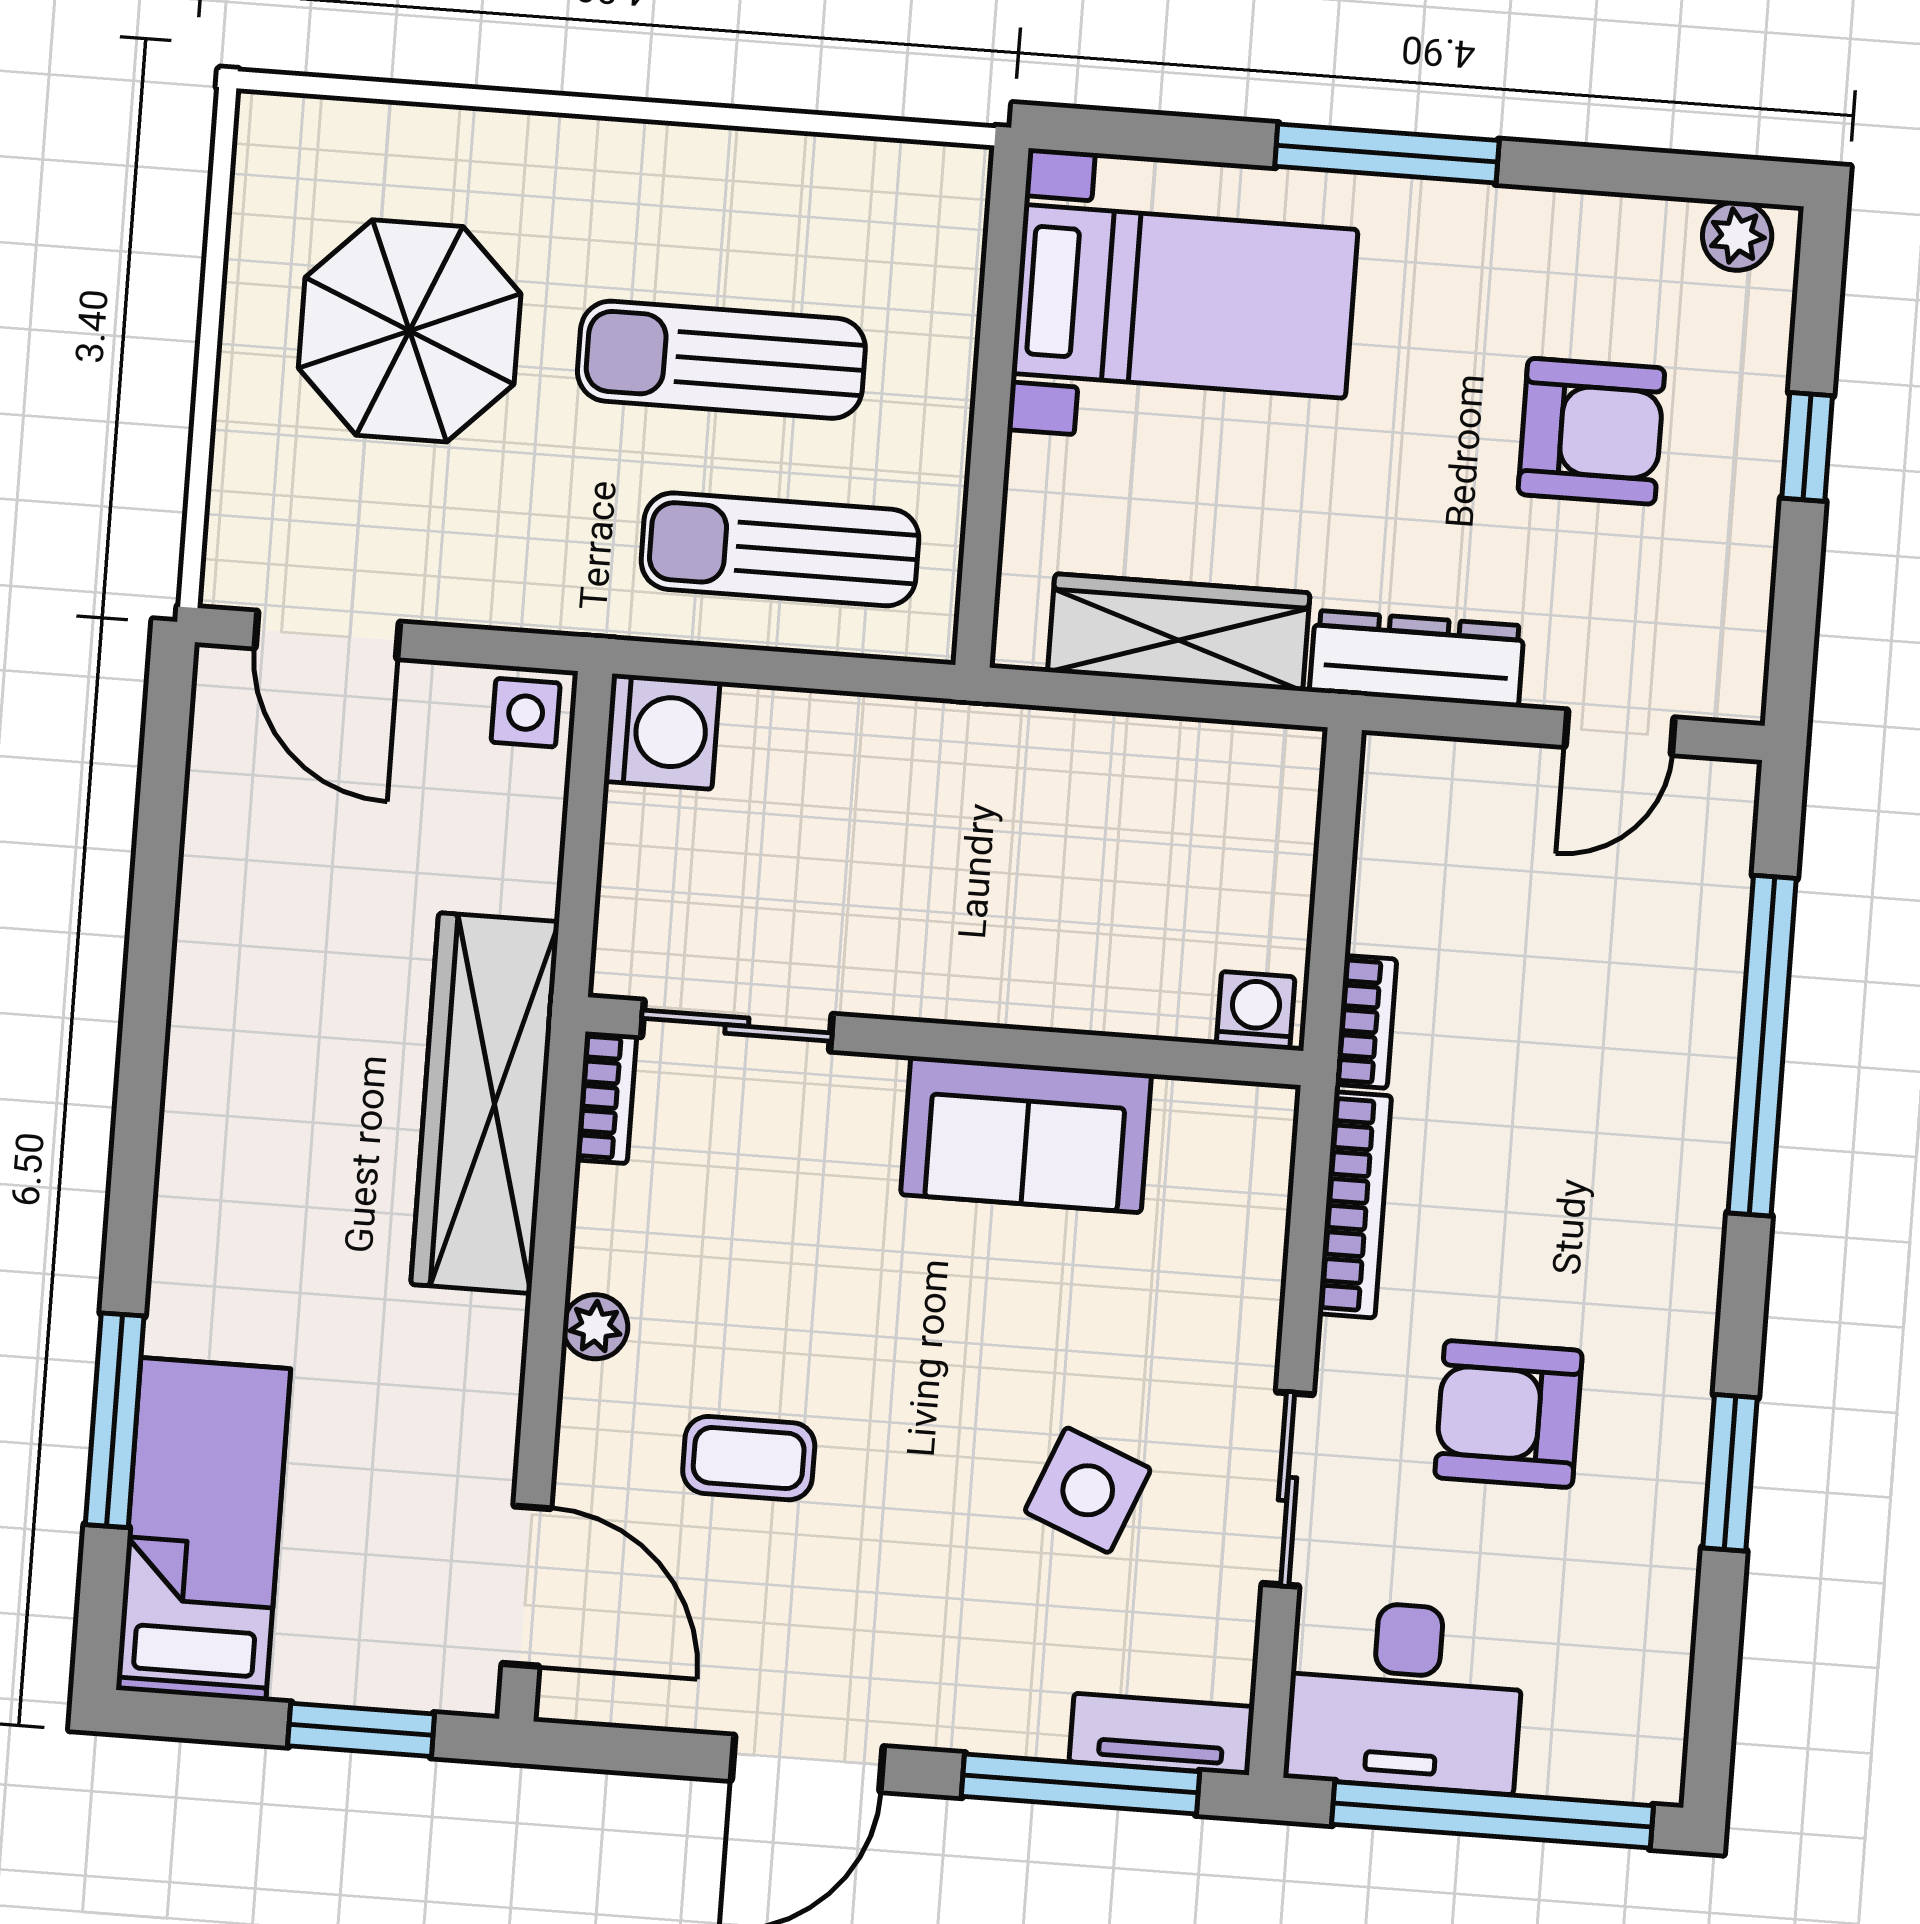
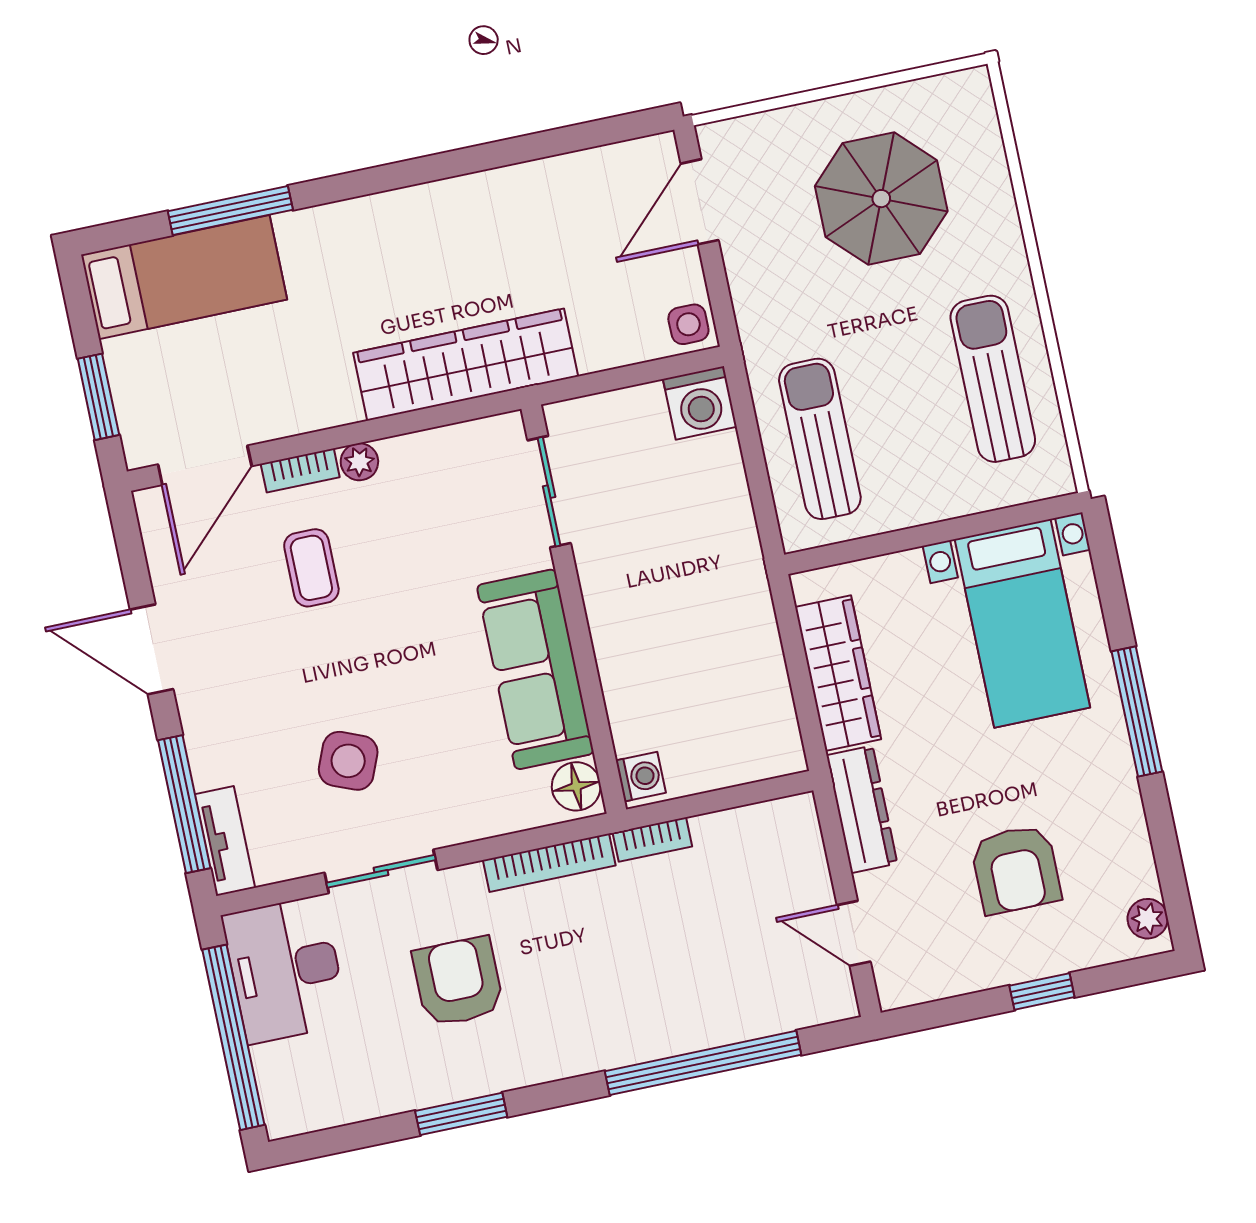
sun lounger: (721, 360) -> (993, 379), moved
bookcase: (606, 1098) -> (300, 470), moved
floor lamp: (1240, 1123) -> (576, 786), added
sofa: (1026, 1134) -> (535, 669), width x1.36

